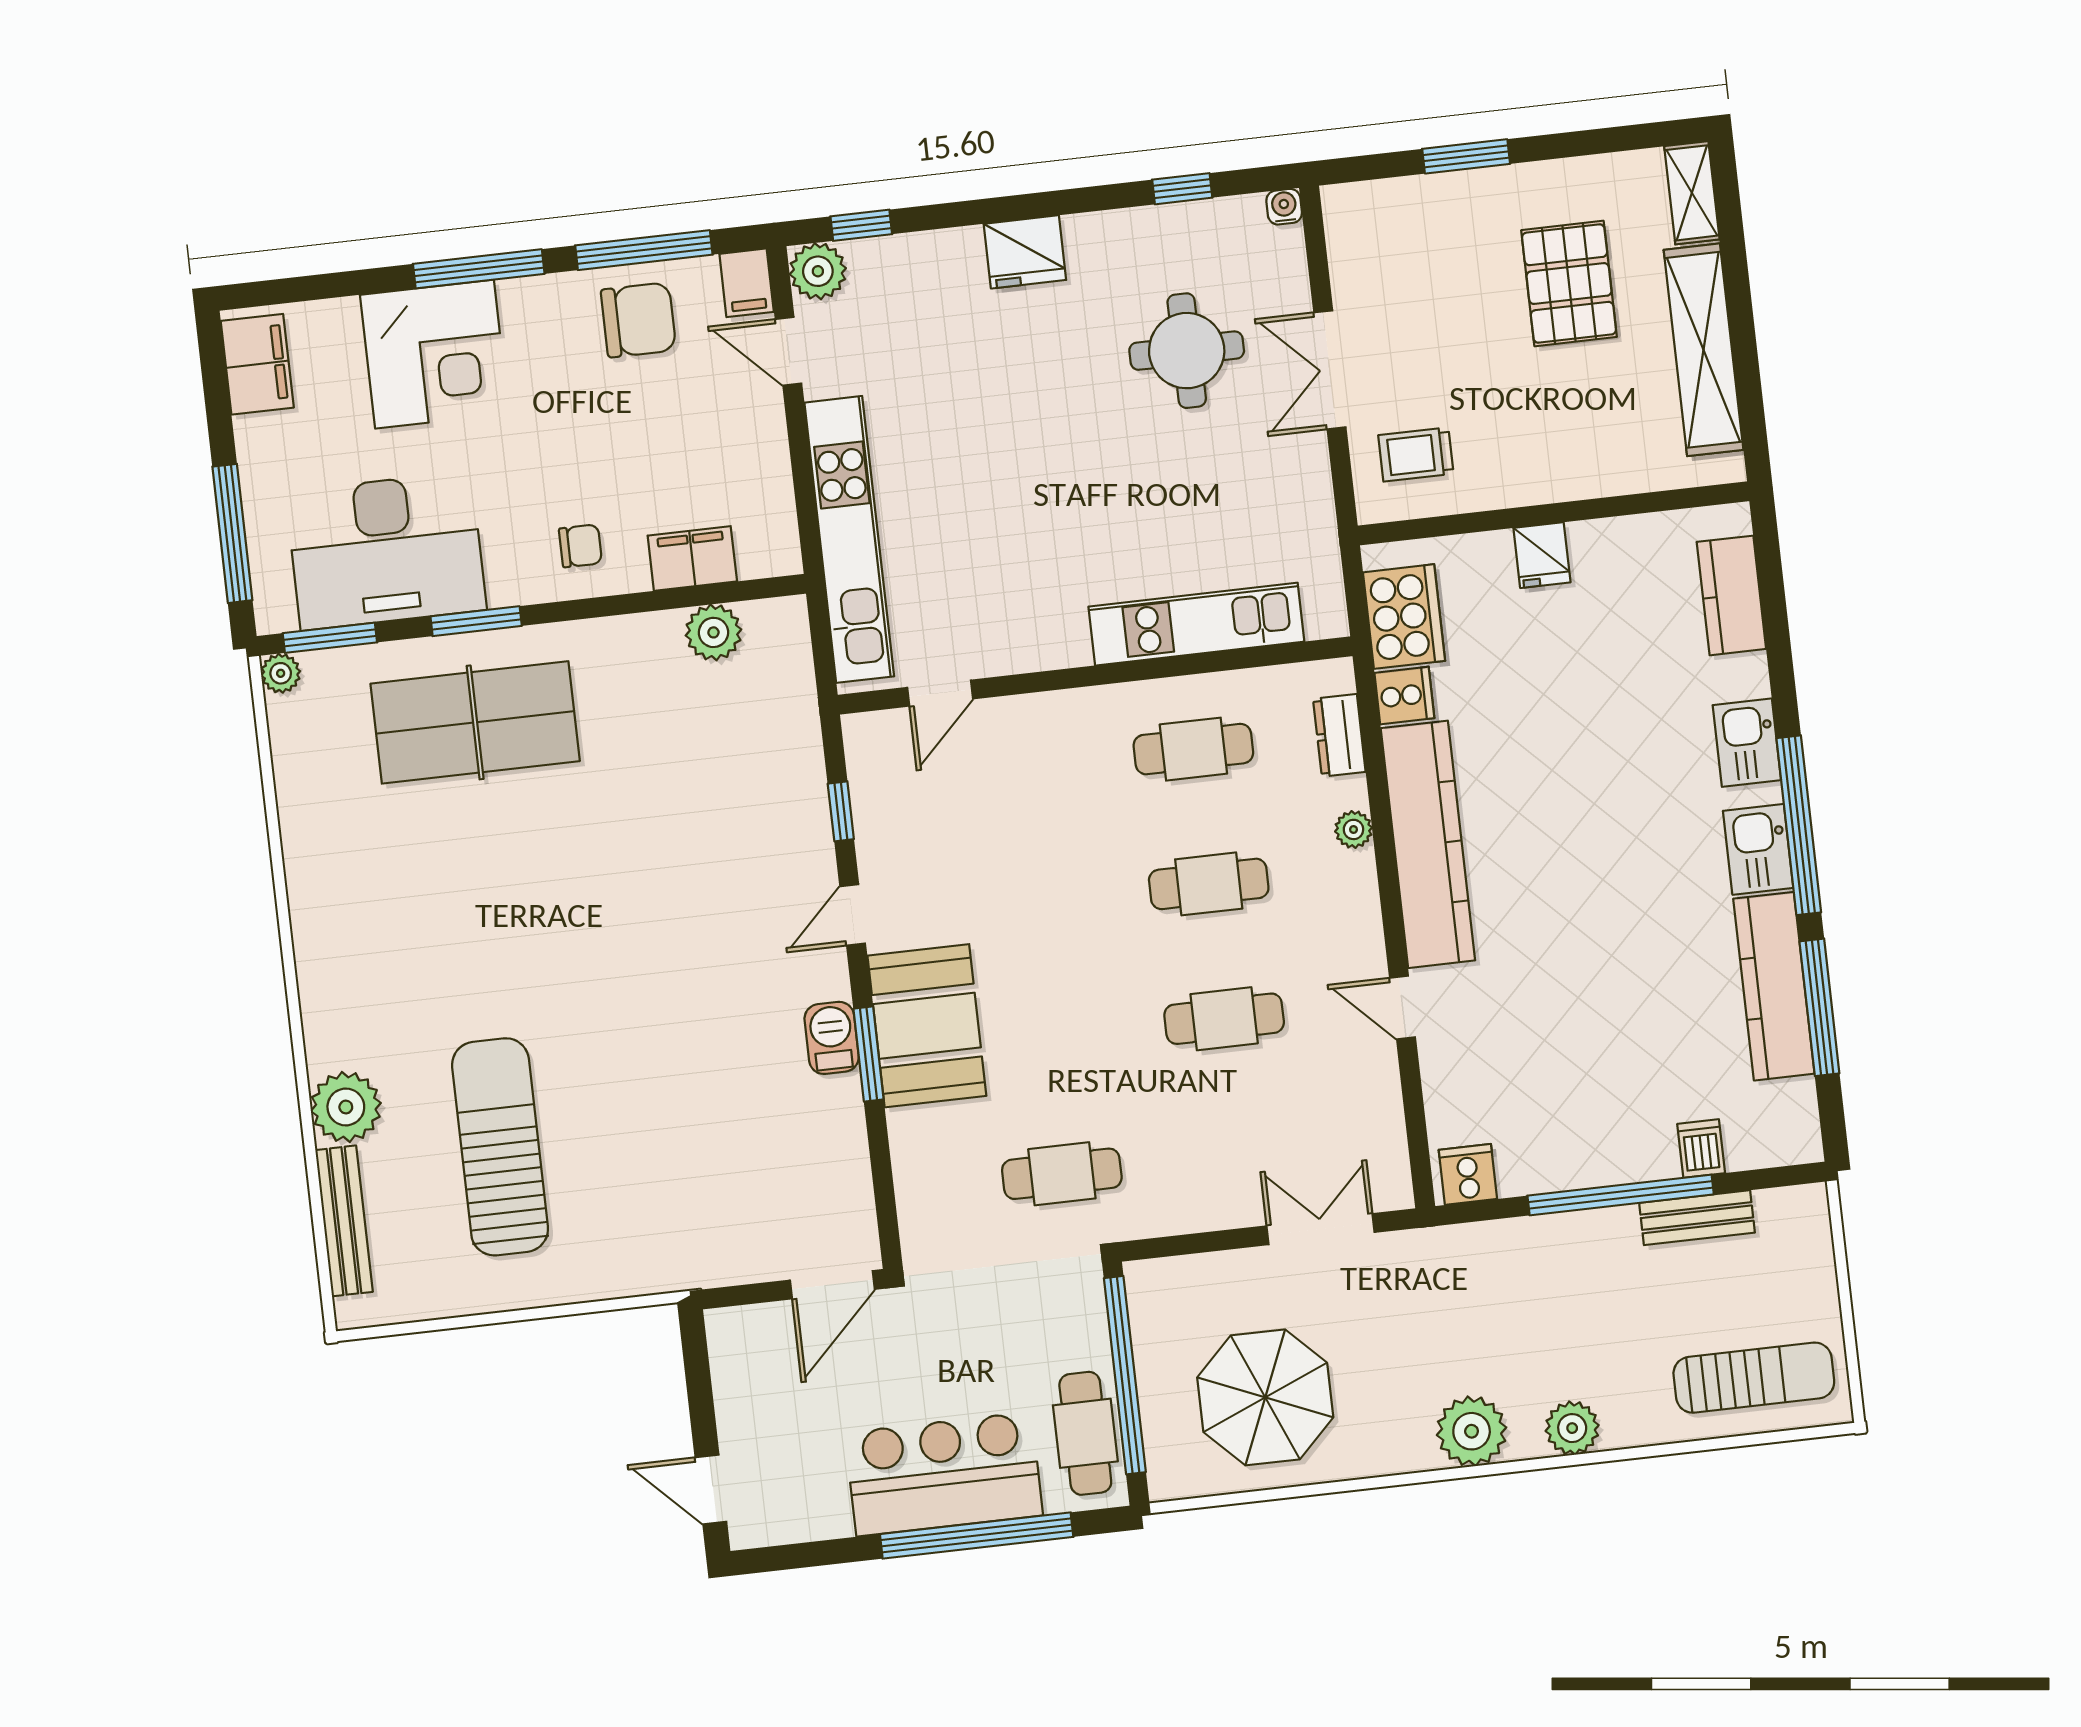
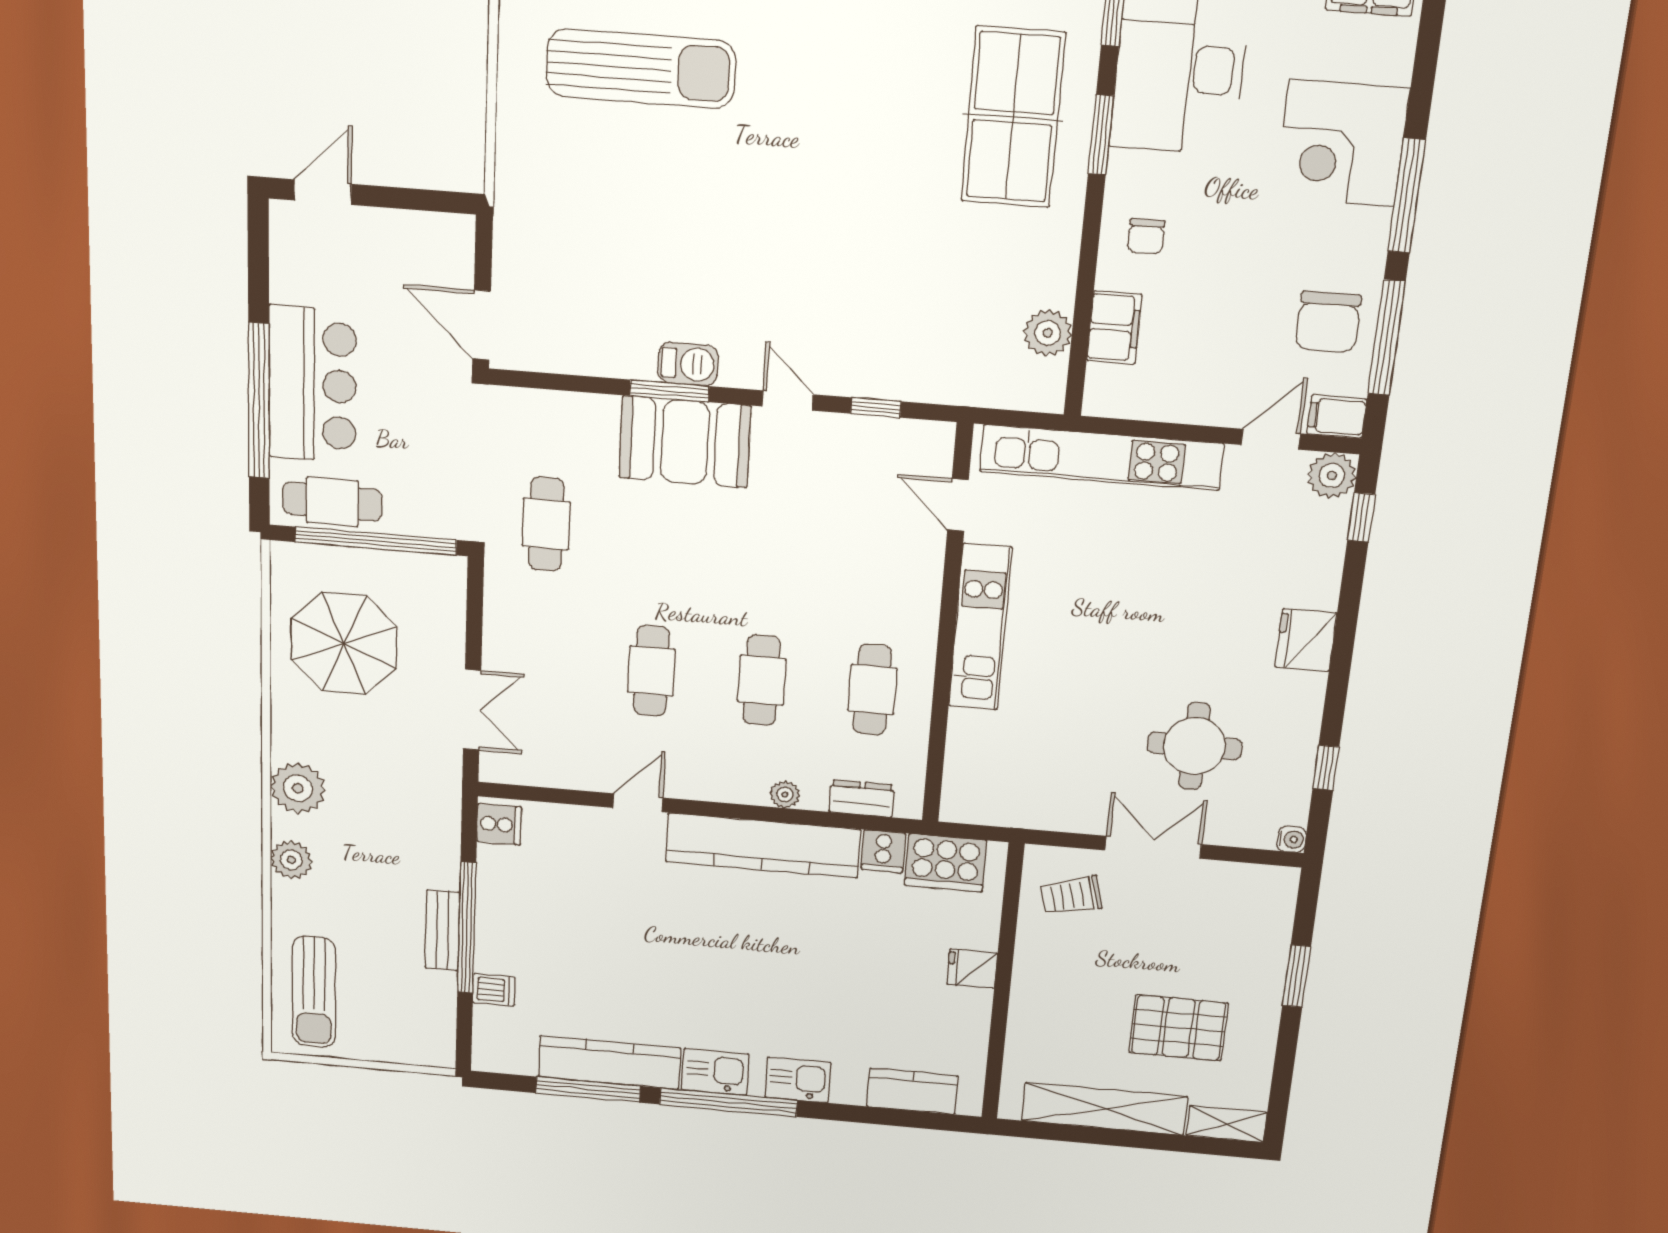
trolley: (1416, 454) -> (1071, 896), turned -105
kitchen unit: (1196, 624) -> (980, 627), moved
bench: (1697, 1218) -> (442, 930), moved

